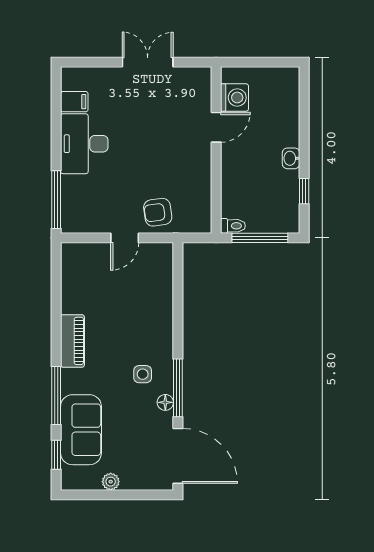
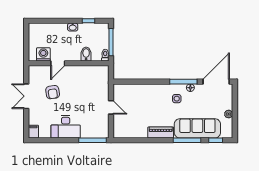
filing cabinet: (74, 102) -> (33, 132), moved
door: (216, 127) -> (58, 63), swing flipped
bidet: (235, 186) -> (86, 54), added
armchair: (158, 212) -> (53, 92), moved
sofa: (81, 430) -> (197, 128), width x1.36

